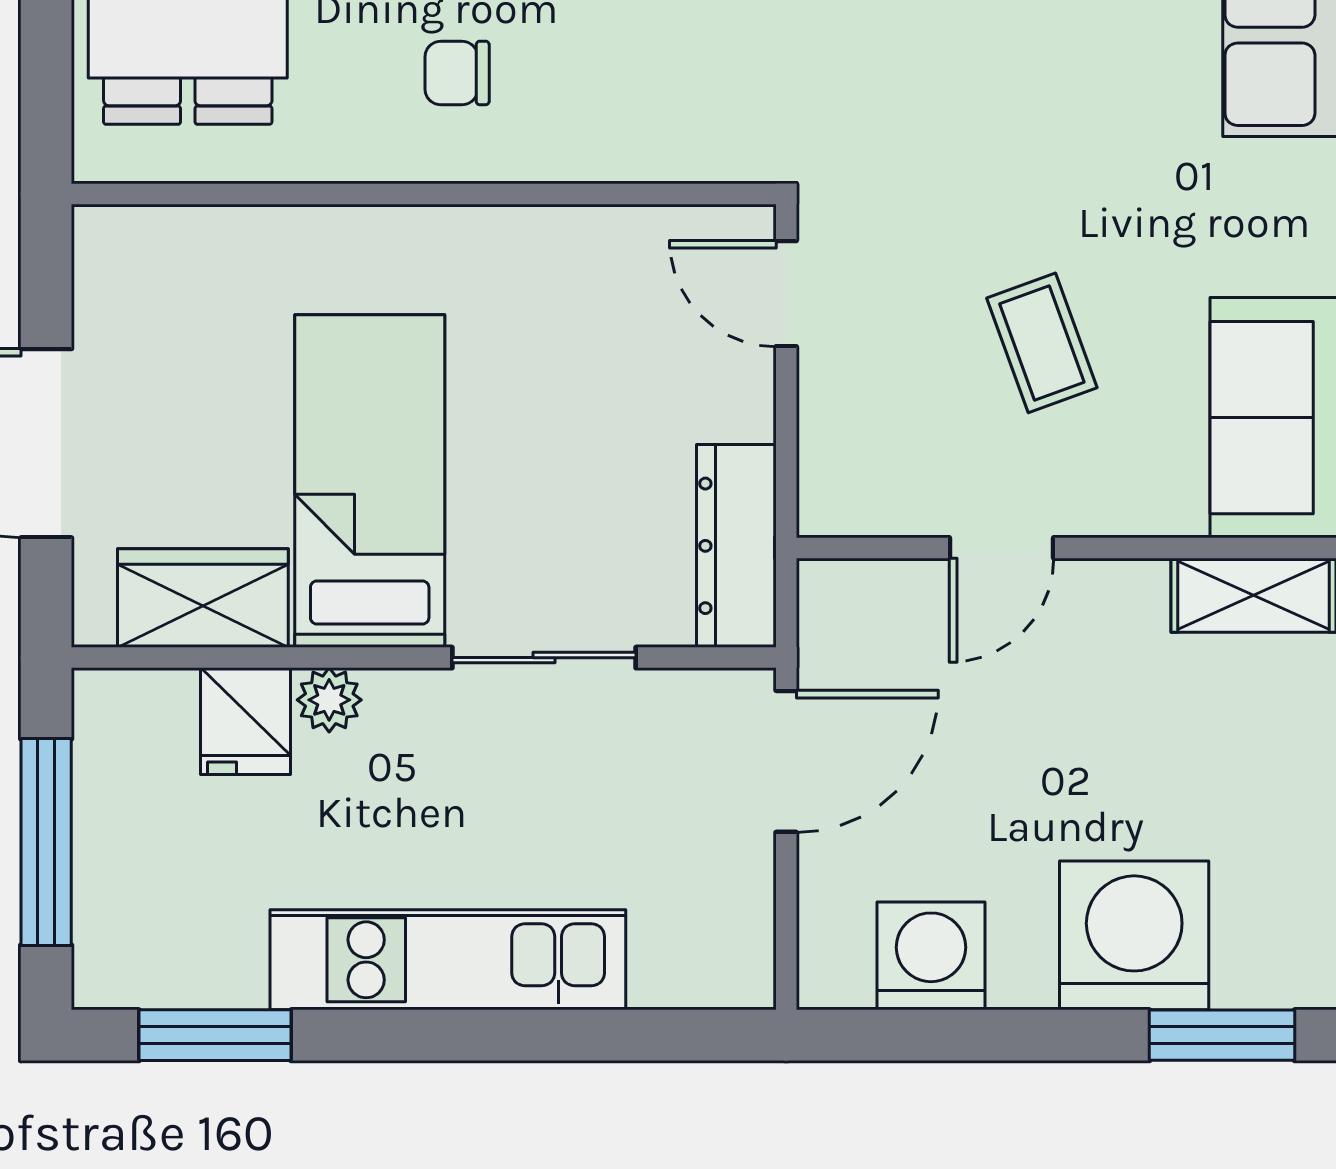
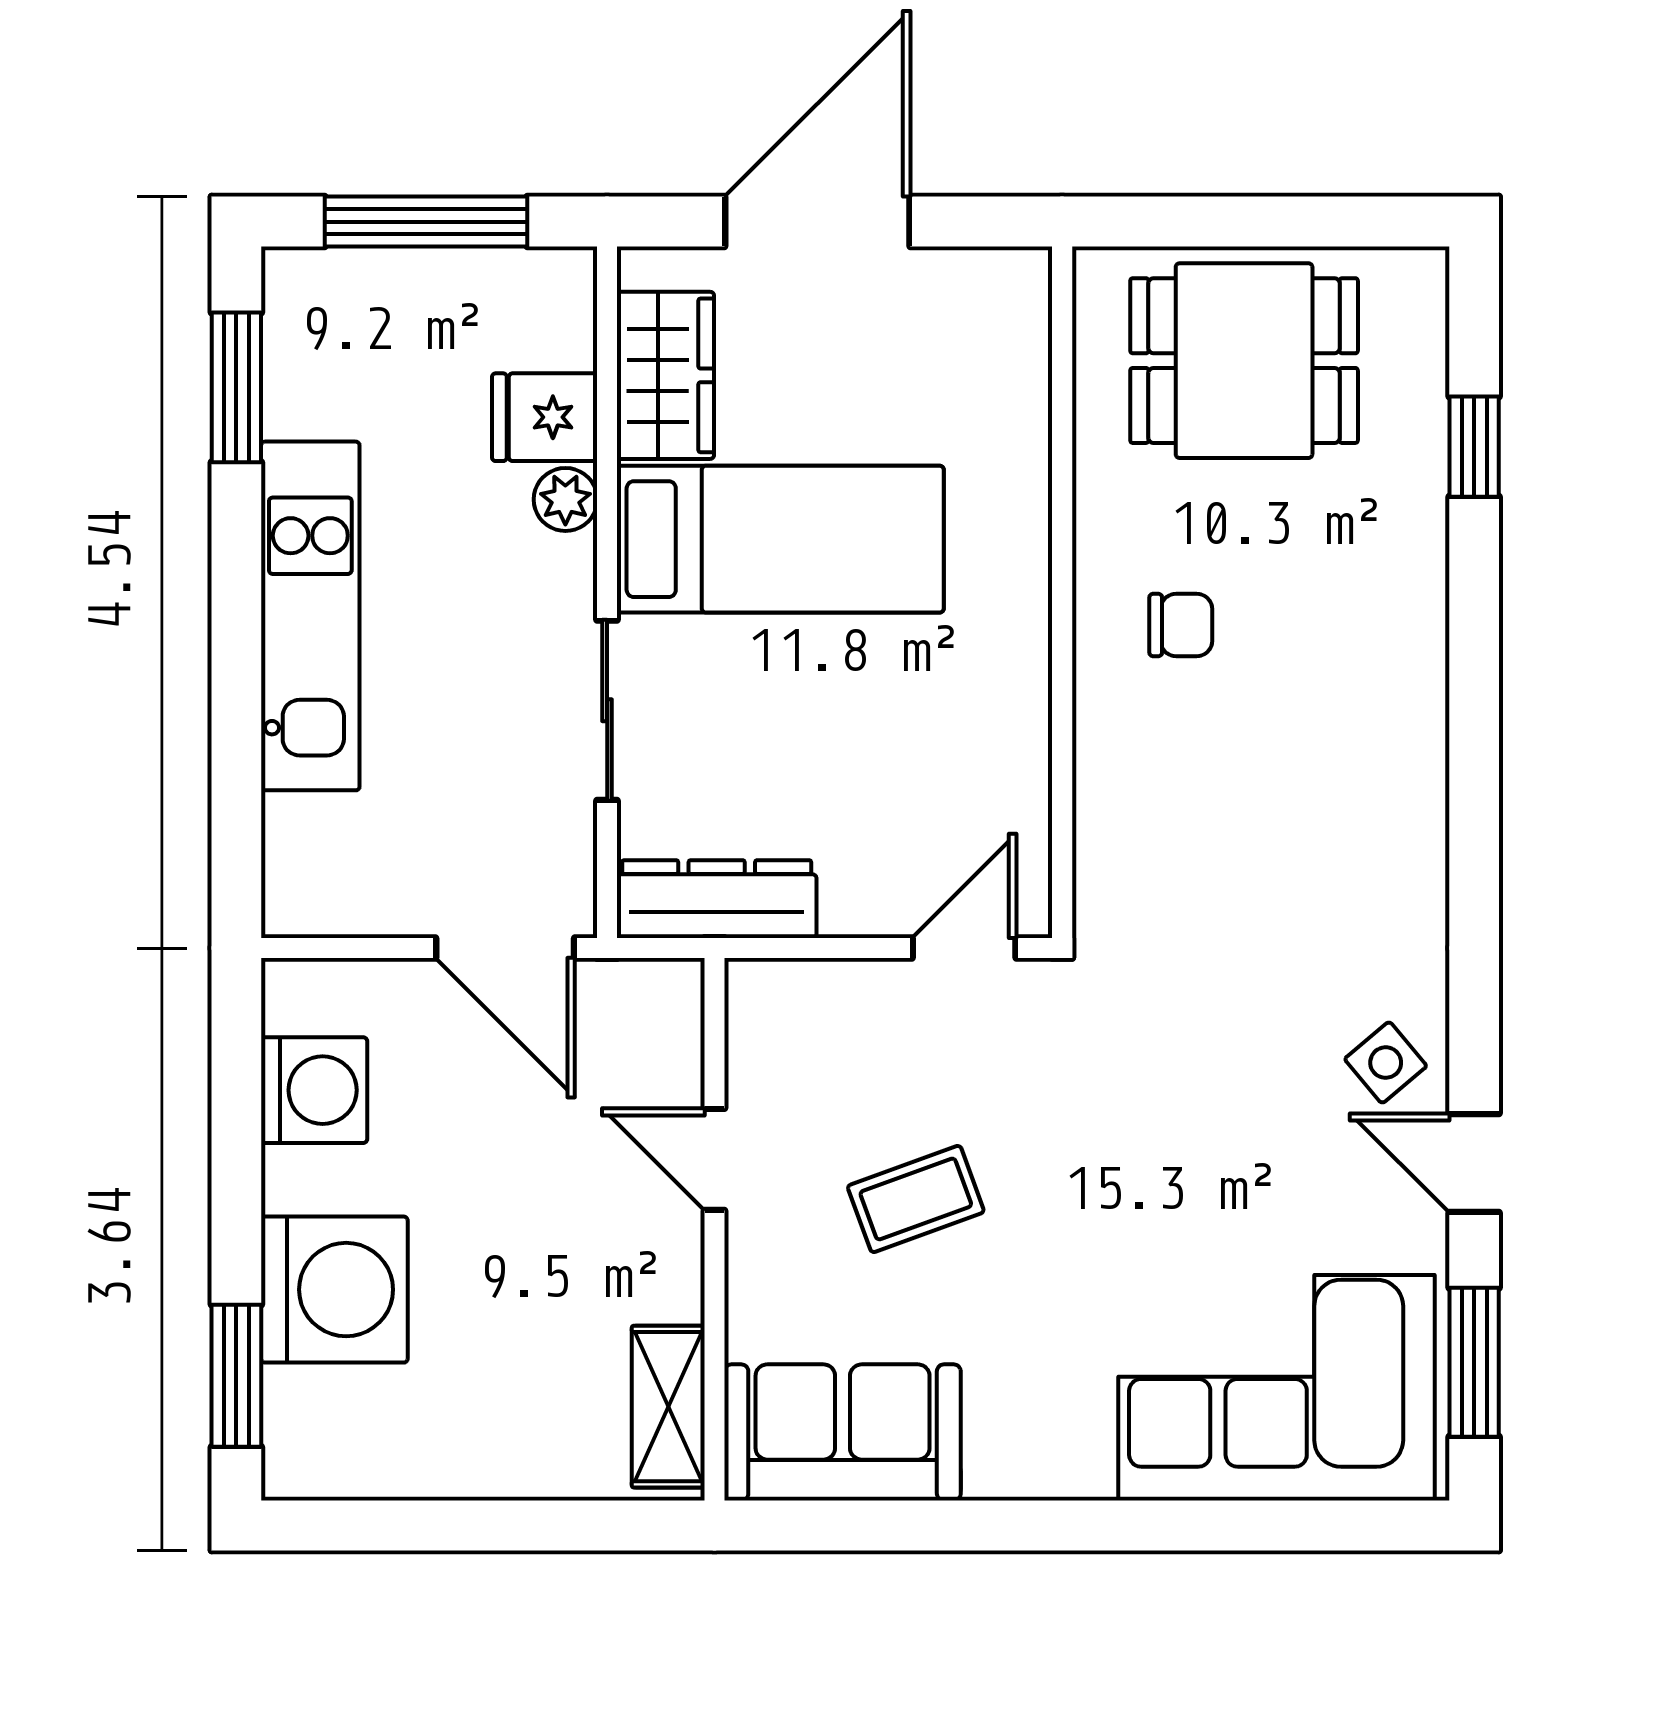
chair: (457, 73) -> (1181, 625), turned 90

